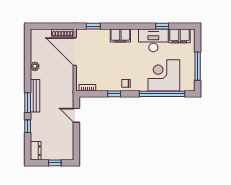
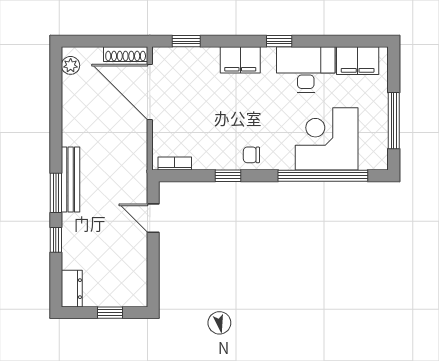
window: (162, 26) -> (279, 41), moved
plant: (35, 66) -> (71, 65), moved

